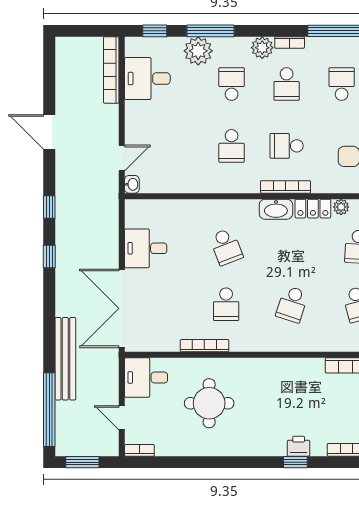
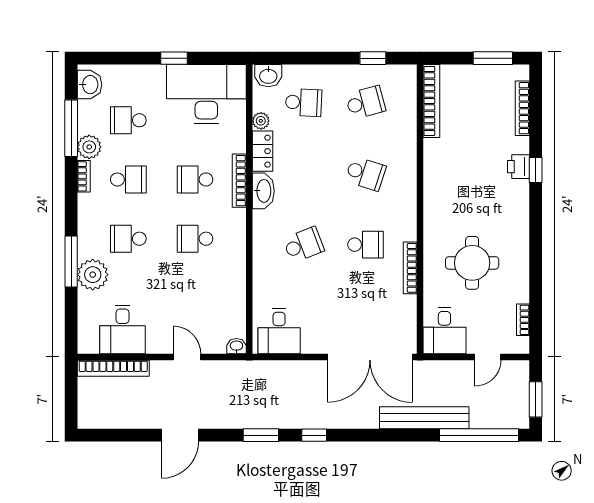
window: (155, 31) -> (71, 322), removed
plant: (262, 48) -> (89, 147), moved
school desk: (232, 146) -> (195, 239), turned 180
school desk: (287, 146) -> (195, 179), turned 90
door: (122, 158) -> (187, 357), moved
window: (49, 207) -> (261, 435), width x1.50
desk: (146, 248) -> (279, 331), moved
bookcase: (139, 450) -> (523, 320), moved

